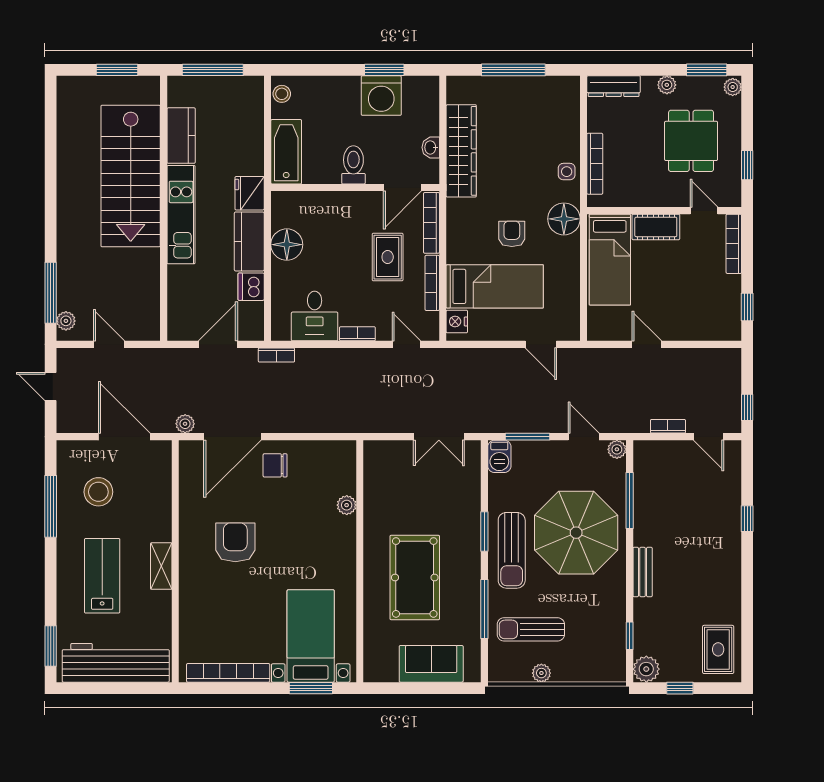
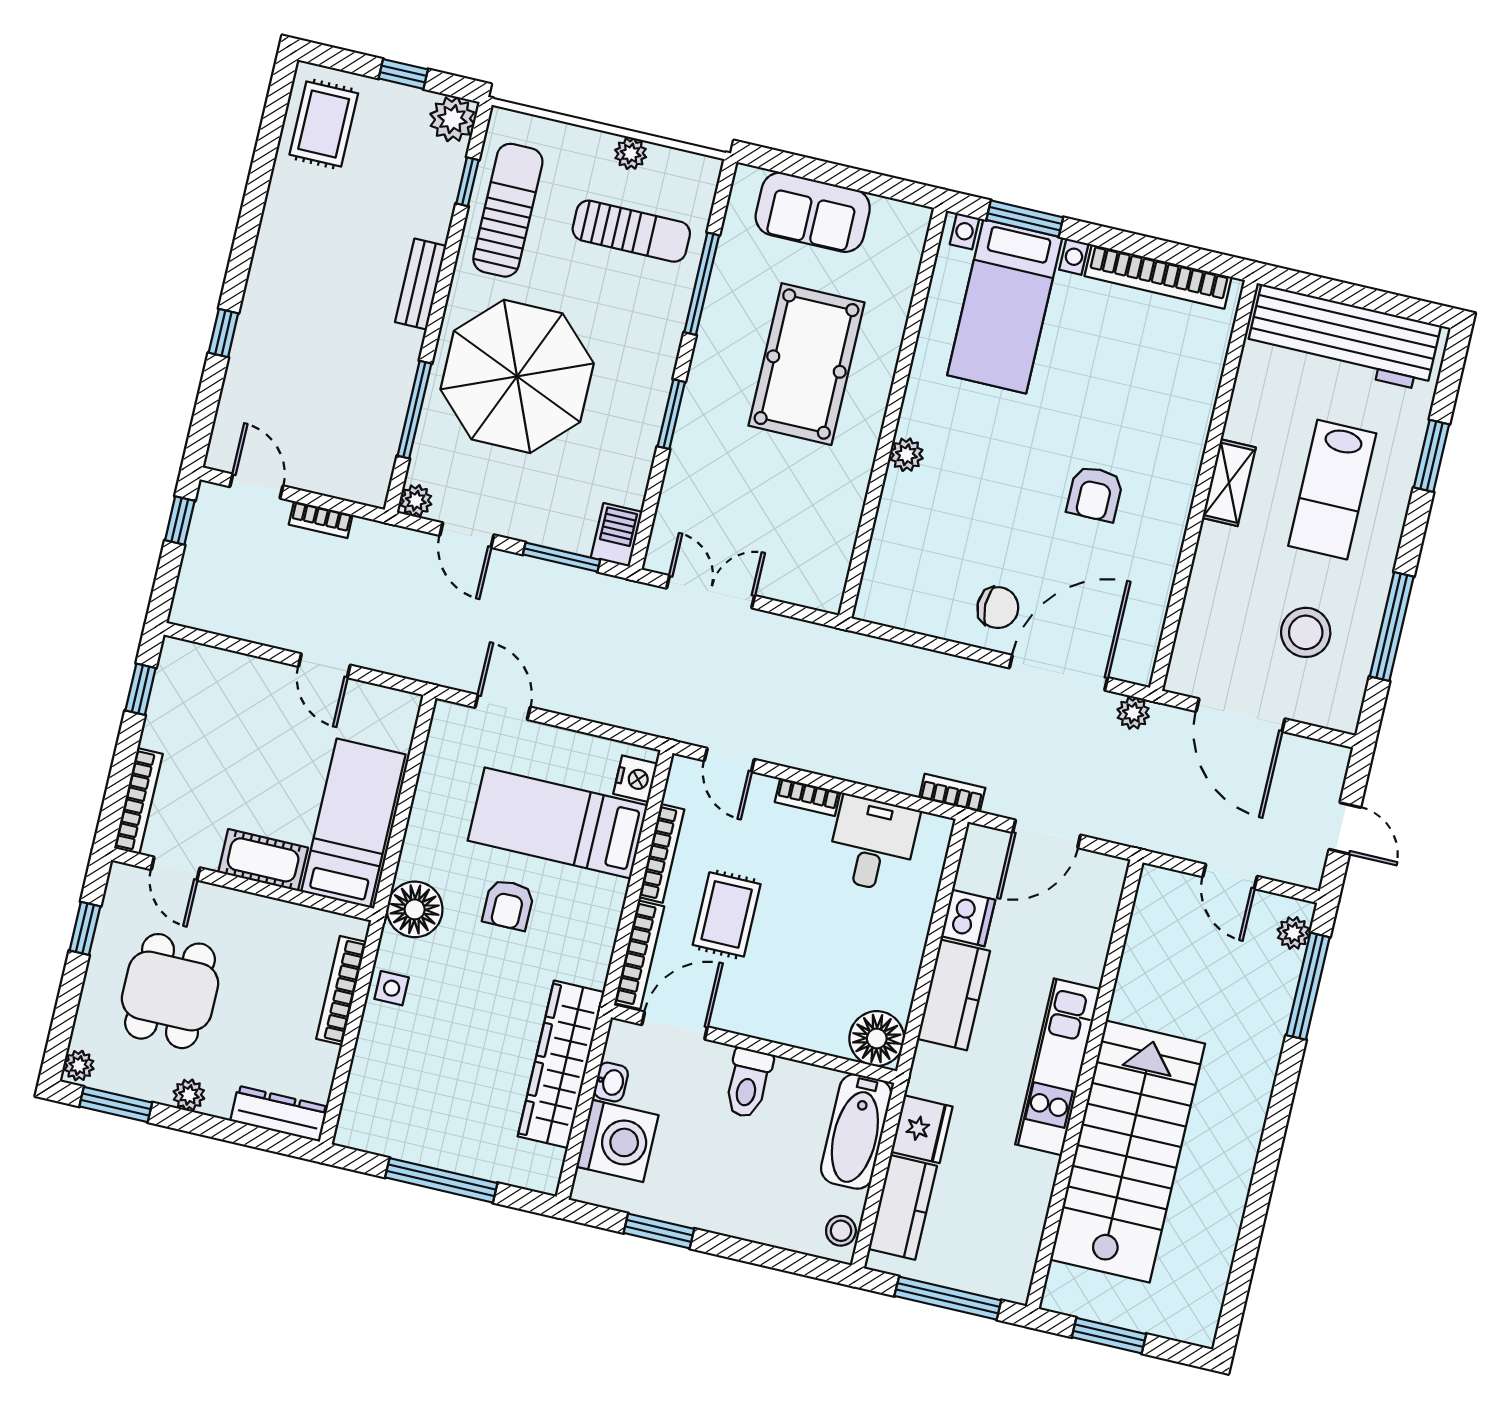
washing machine: (381, 96) -> (617, 1141), moved, turned 90
kitchen counter: (181, 136) -> (903, 1207), moved, turned 180
fridge: (250, 193) -> (922, 1129), moved
floor lamp: (287, 245) -> (877, 1039), moved
plant: (347, 505) -> (906, 455), moved
armchair: (235, 542) -> (1095, 494), width x0.72, depth x0.72
sun lounger: (512, 550) -> (508, 210), moved
window: (51, 646) -> (1432, 456), moved

